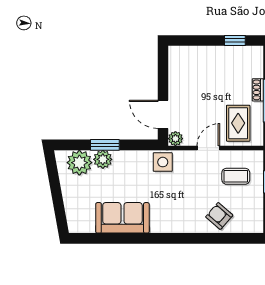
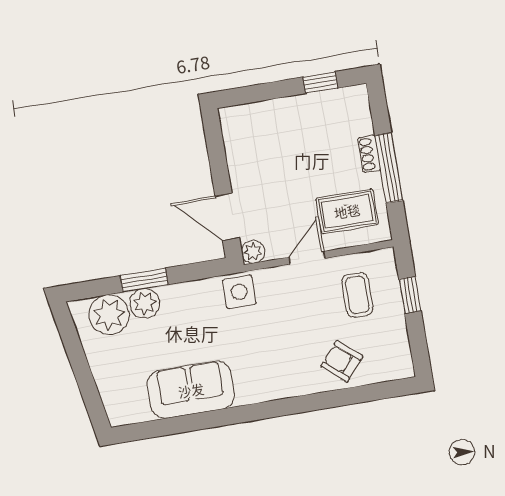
rug: (238, 123) -> (347, 211), turned 90
coffee table: (236, 176) -> (357, 295), turned 90

